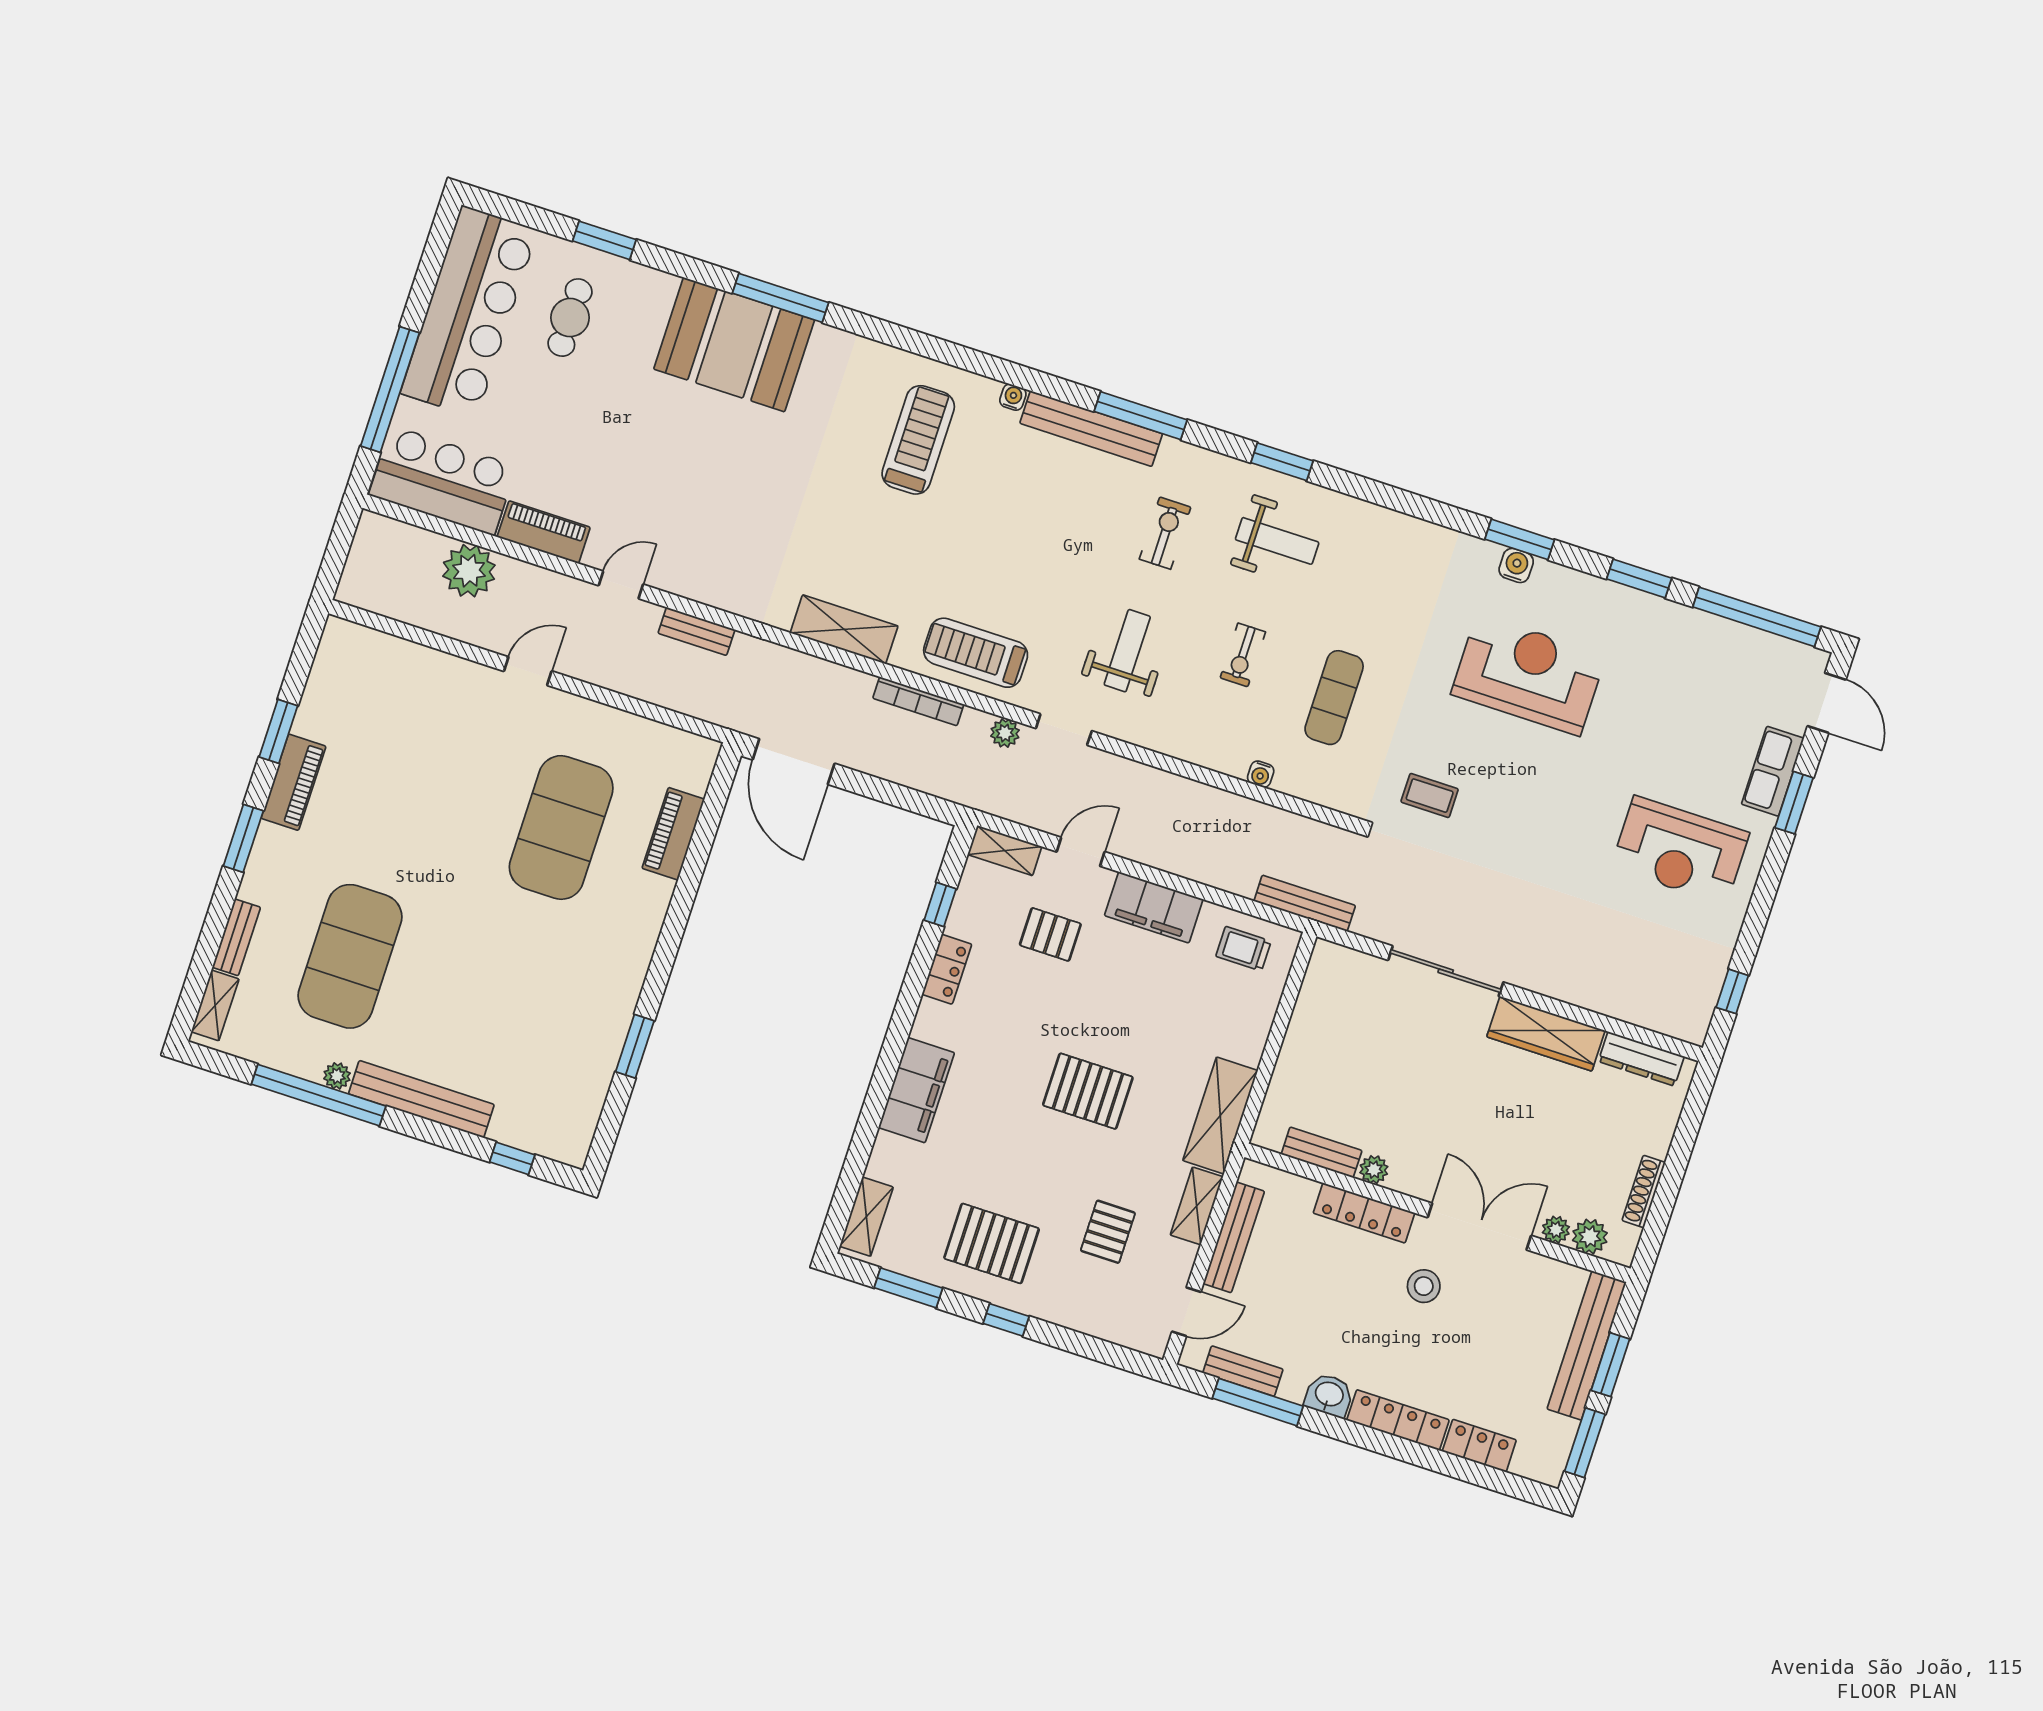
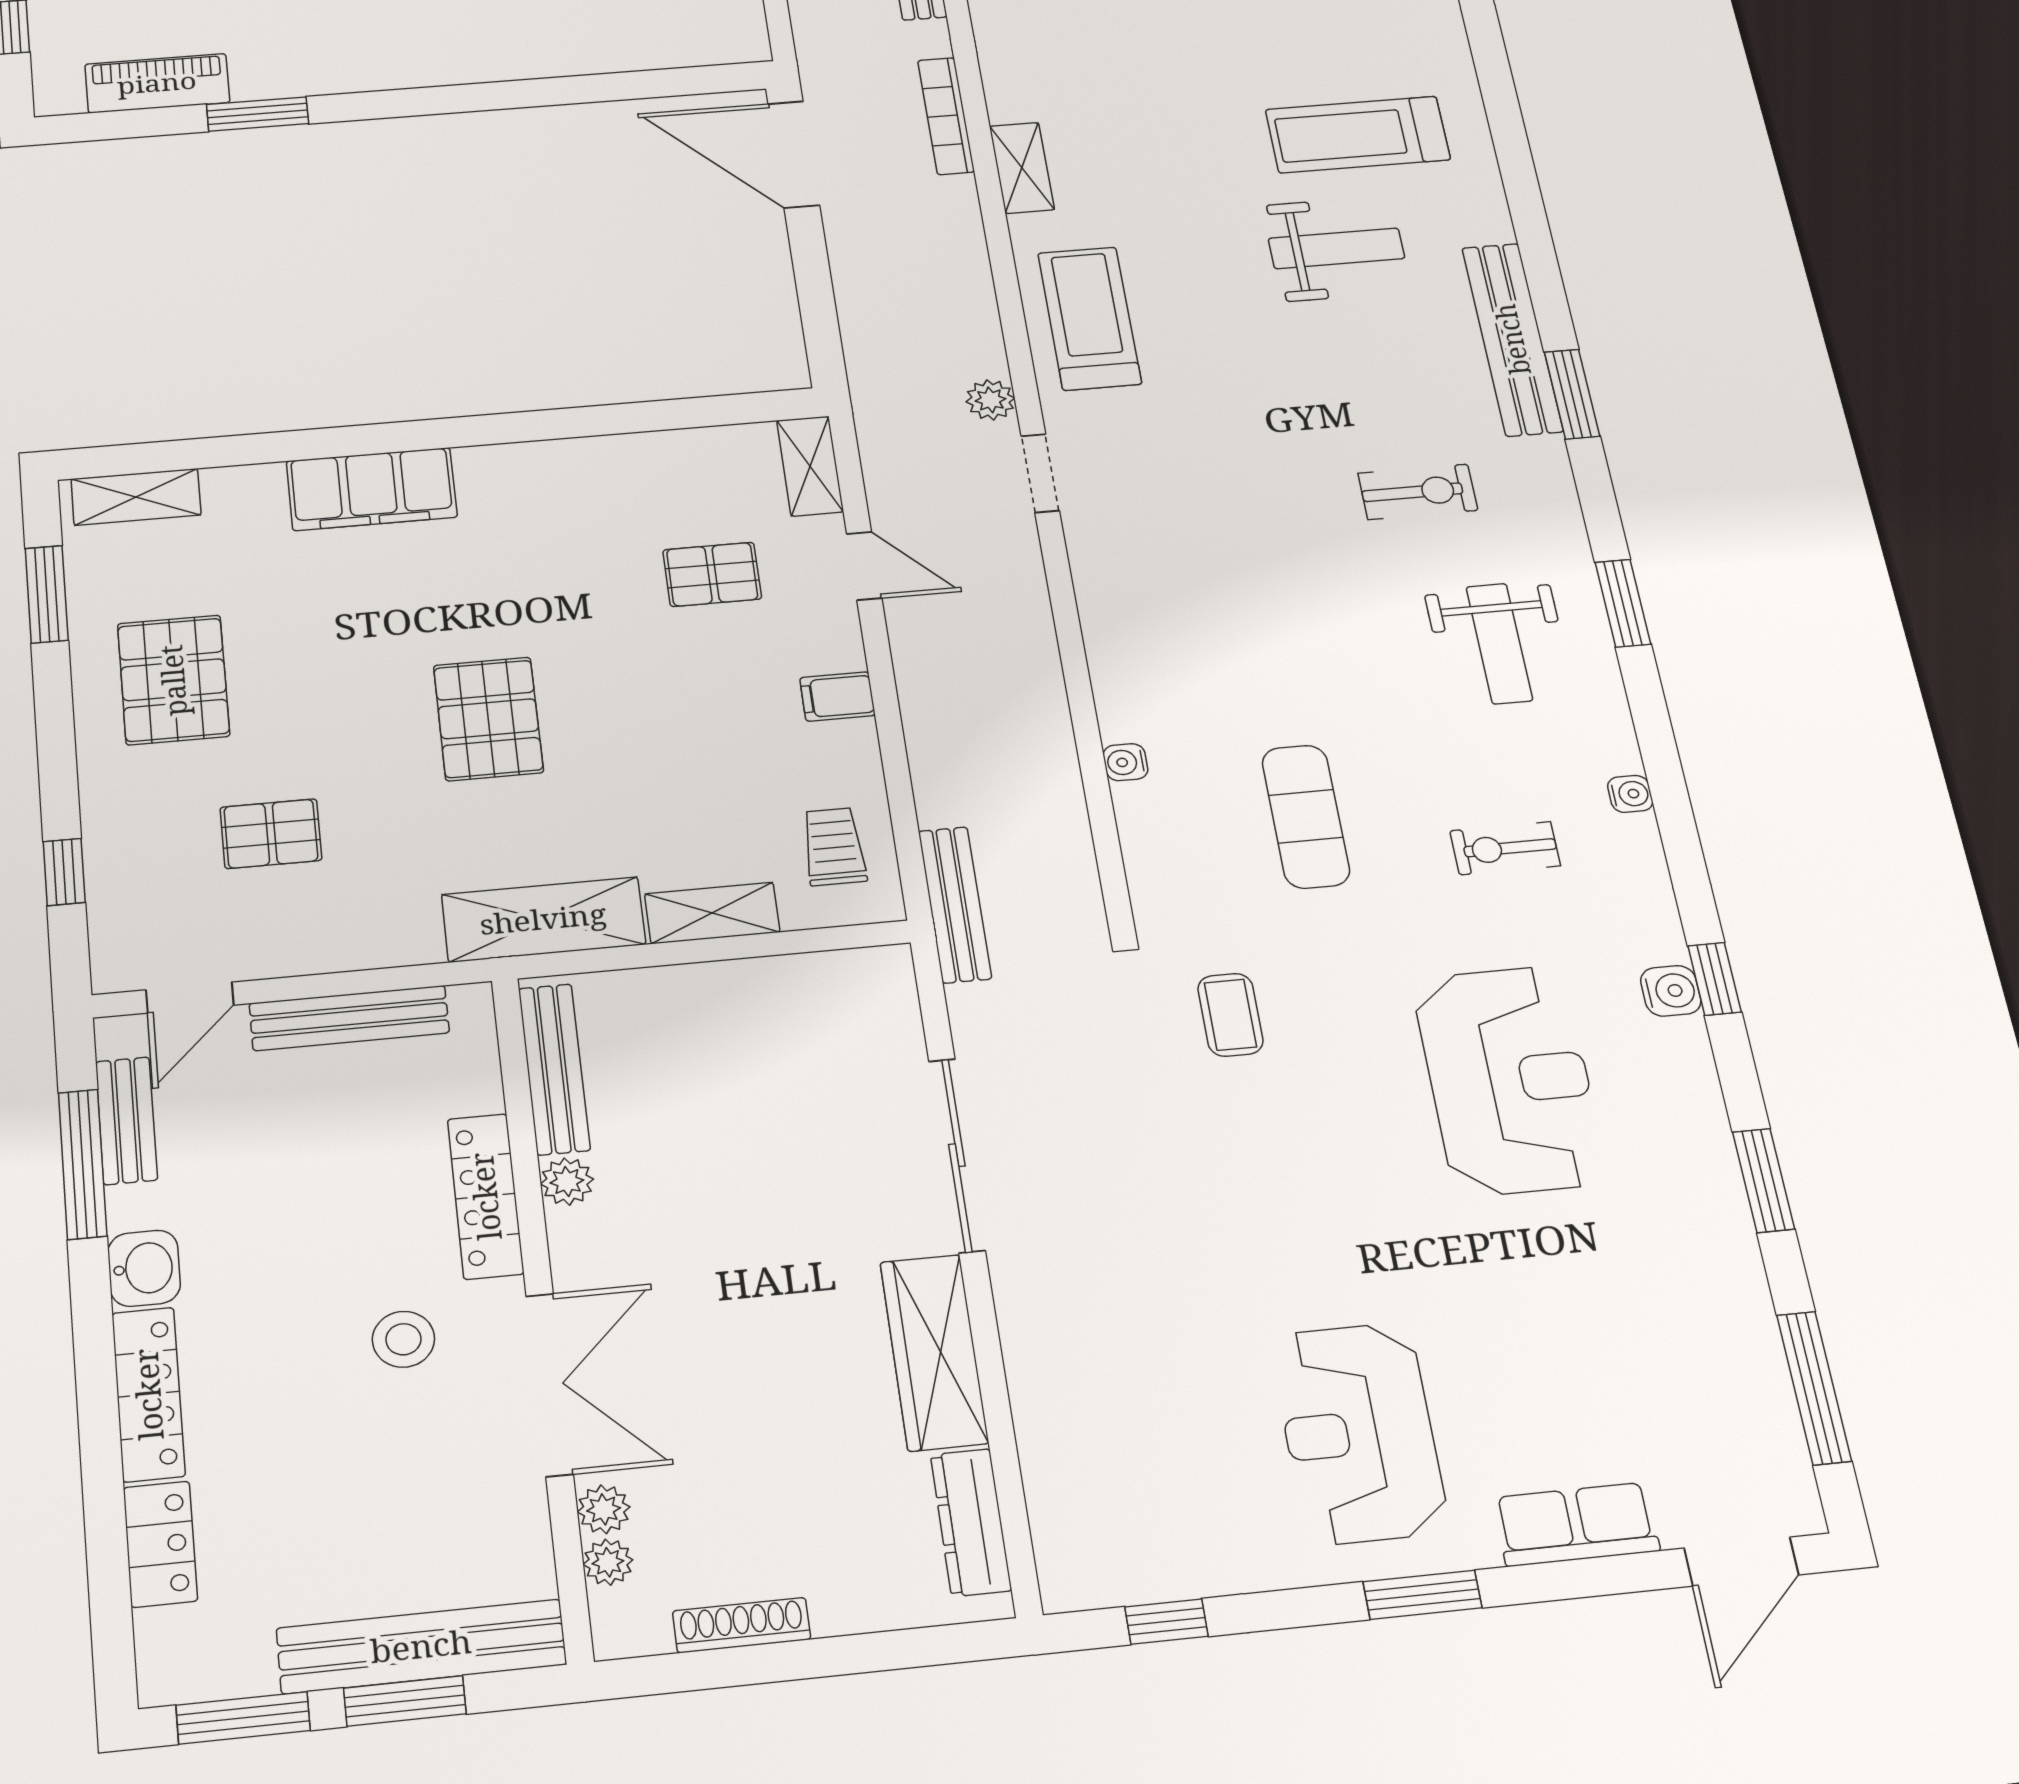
water cooler: (1013, 397) -> (1630, 794), moved
window: (1141, 416) -> (1572, 394), width x0.69
treadmill: (918, 440) -> (1358, 135), turned 180
window: (1520, 539) -> (1714, 979), width x0.67
window: (1757, 617) -> (1814, 1388), width x0.68
shelving: (844, 629) -> (1022, 168), width x0.67, depth x0.75
weight bench: (1127, 651) -> (1336, 248), moved
exercise bike: (1243, 655) -> (1505, 848), moved
exercise mat: (1334, 698) -> (1306, 816), turned 90
bookcase: (918, 701) -> (946, 116), moved
door: (794, 762) -> (794, 154), hinge flipped
window: (1794, 803) -> (1423, 1595), moved
piano: (673, 834) -> (157, 83), moved
window: (940, 905) -> (680, 414), removed
filing cabinet: (1154, 907) -> (837, 697), width x0.33, depth x0.86
pallet: (1050, 934) -> (712, 574), turned 90
locker: (947, 969) -> (584, 459), removed
bench: (1322, 1152) -> (554, 1069), width x1.36
shelving: (1197, 1206) -> (712, 913), moved
plant: (1590, 1237) -> (608, 1562), width x0.73, depth x0.73
door: (1186, 1312) -> (190, 998), hinge flipped
window: (1006, 1320) -> (64, 872), moved

